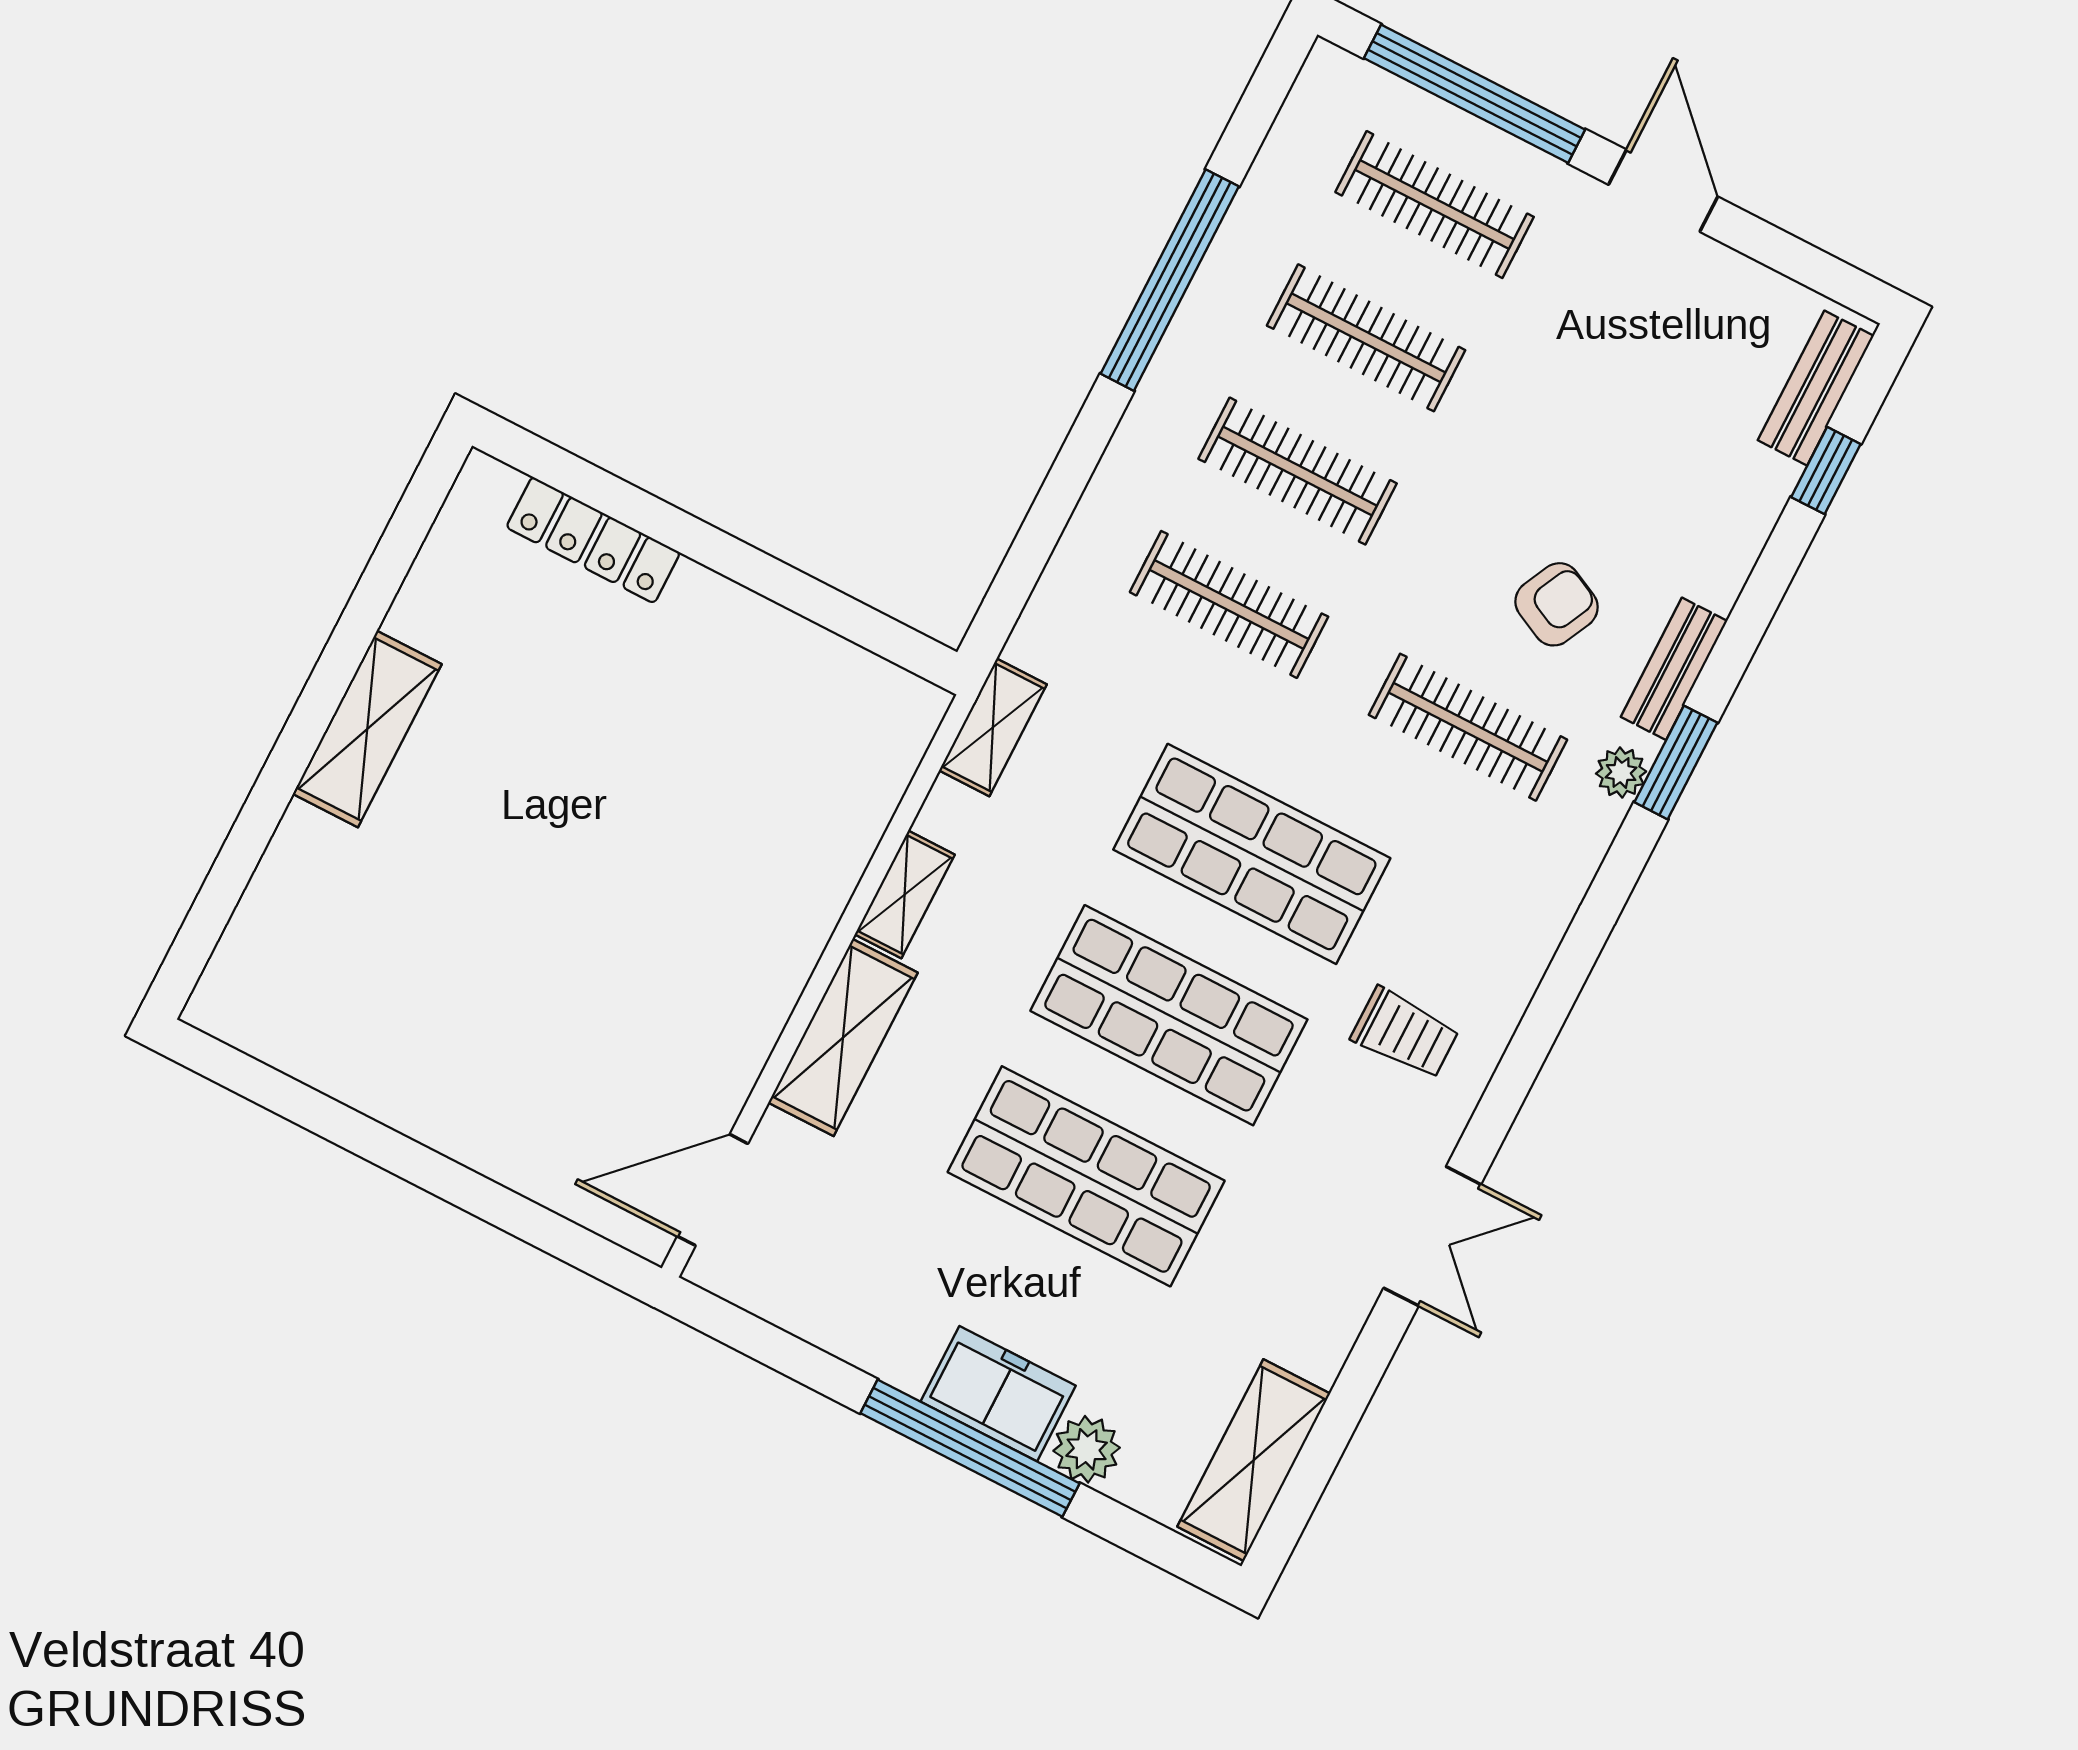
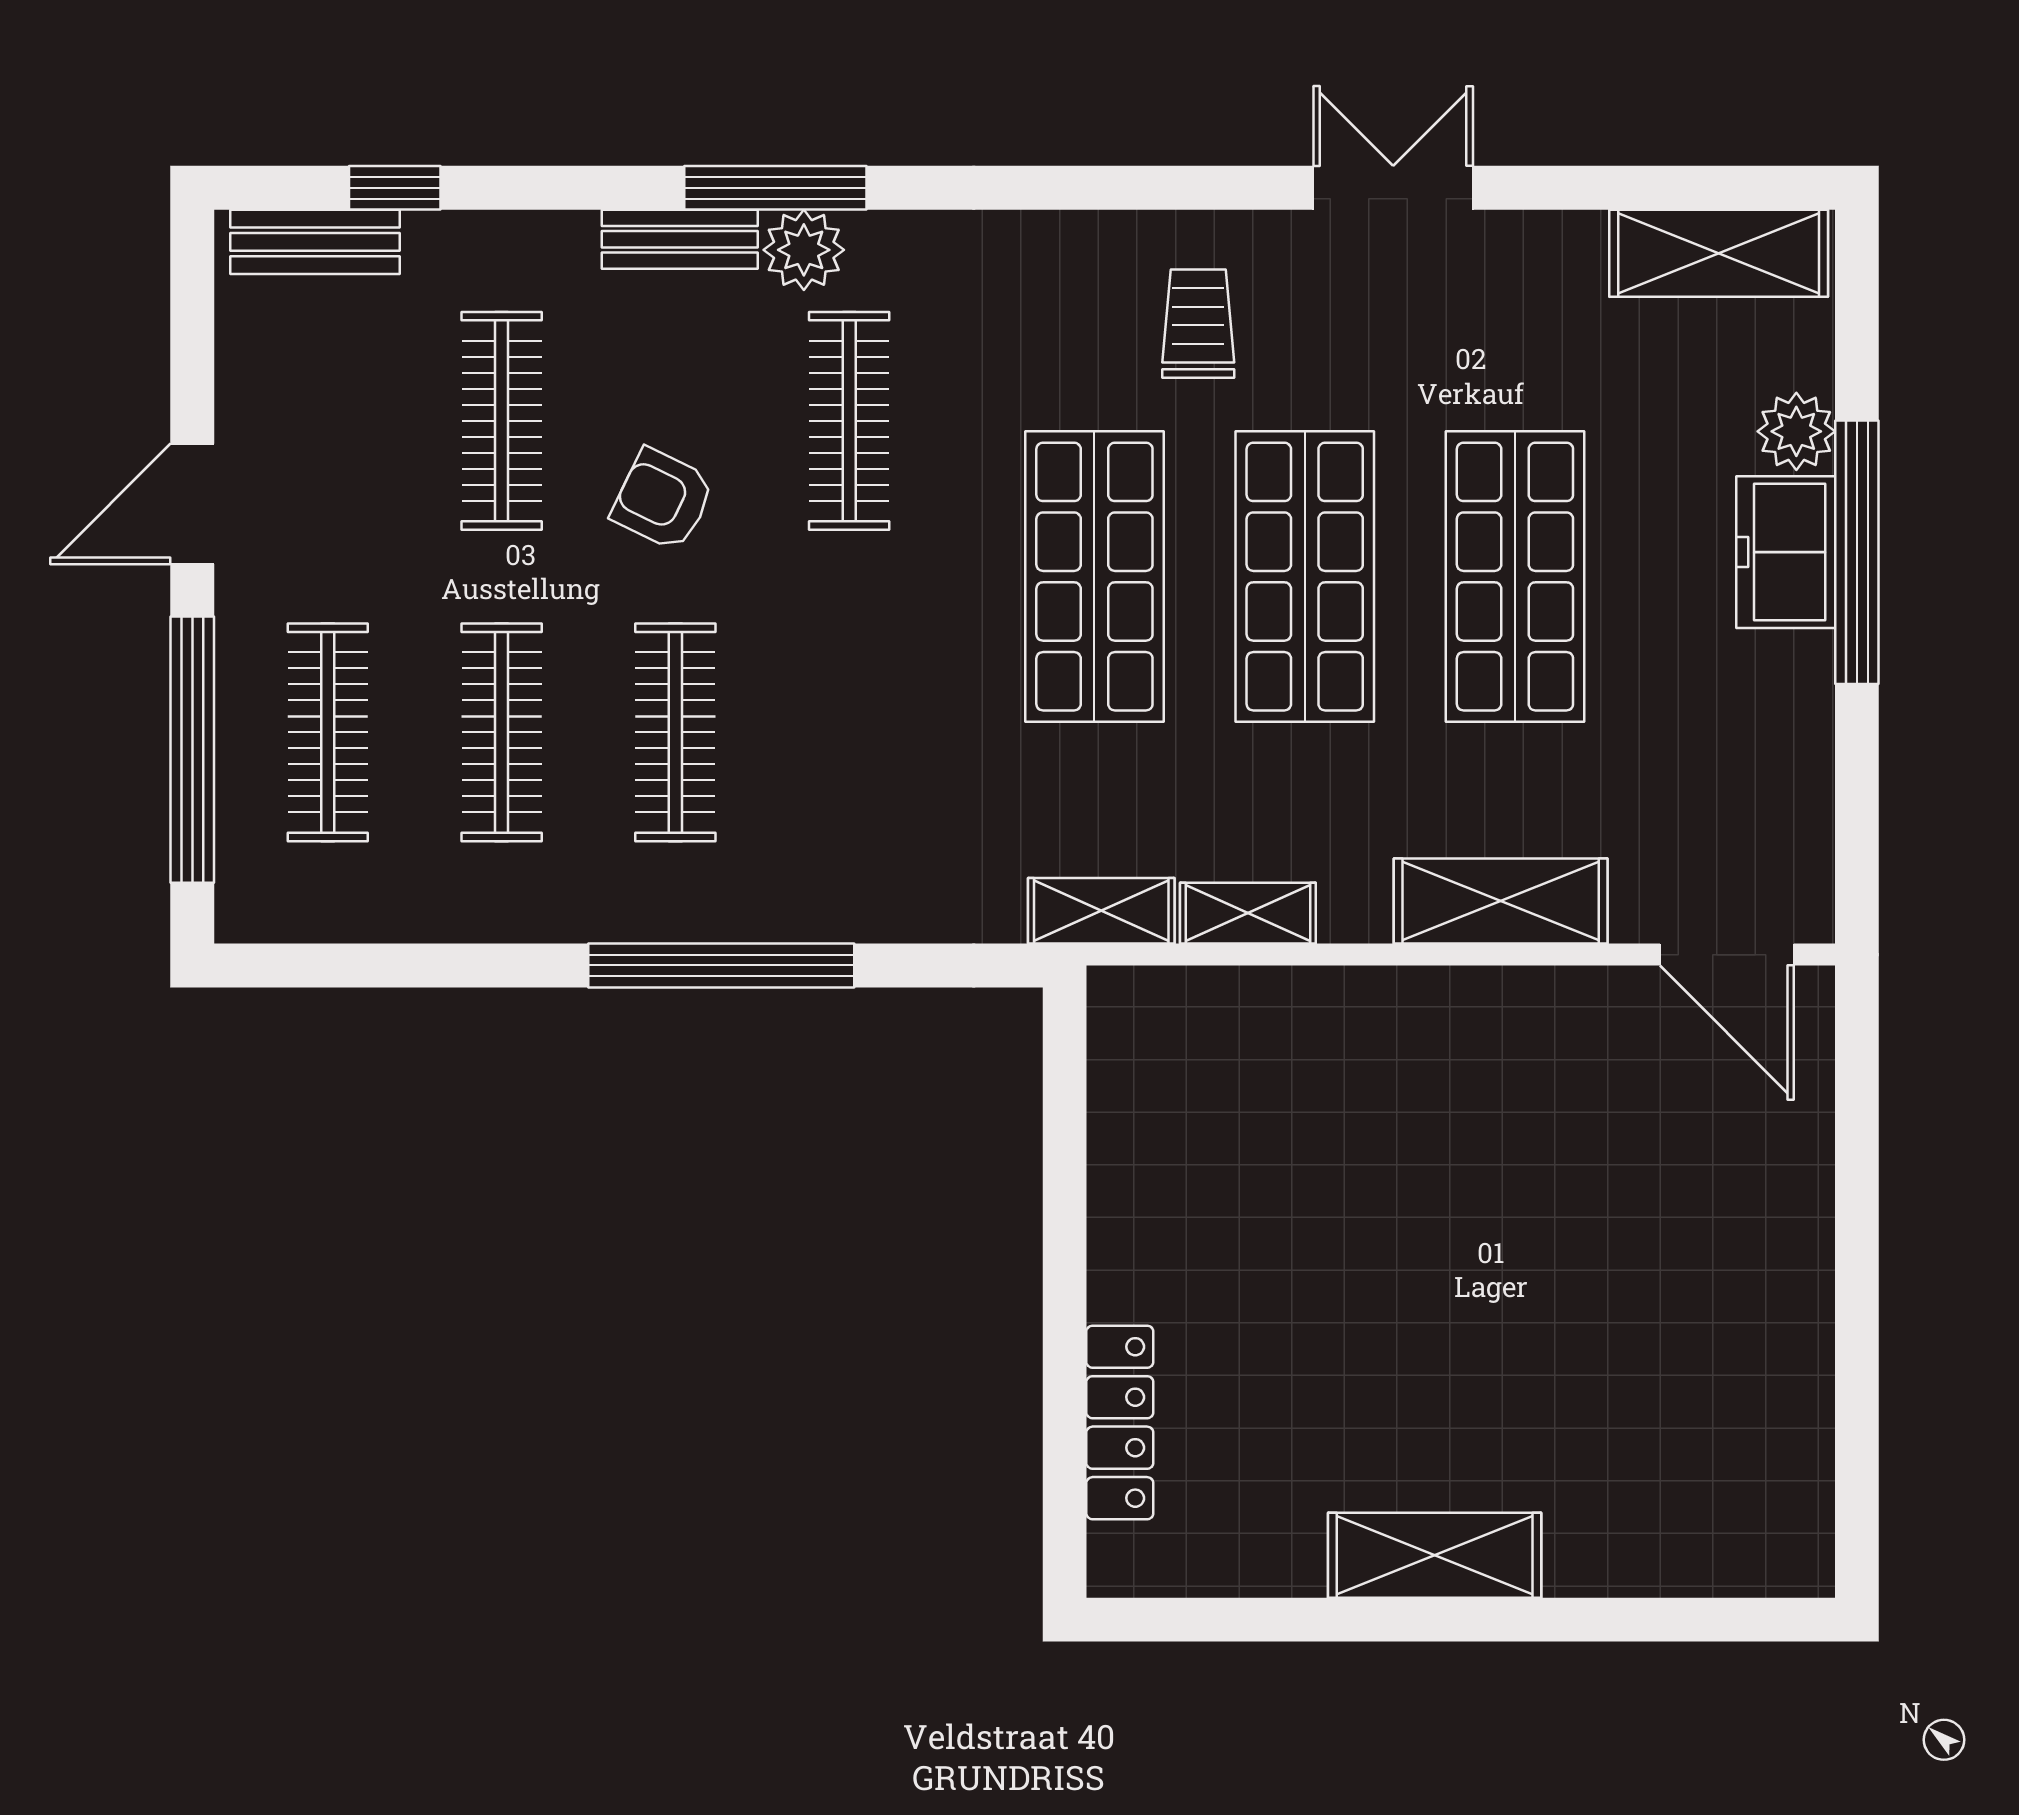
window: (1170, 280) -> (721, 965), moved
clothes rail: (1229, 604) -> (502, 421), moved
armchair: (1557, 604) -> (663, 499), moved
window: (1676, 762) -> (775, 188), width x1.44
plant: (1621, 773) -> (804, 250), width x1.38, depth x1.38
shelving: (905, 894) -> (1248, 913), moved

